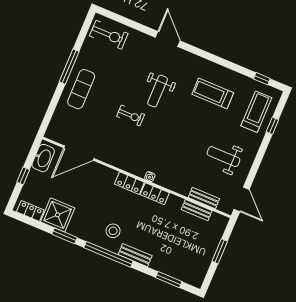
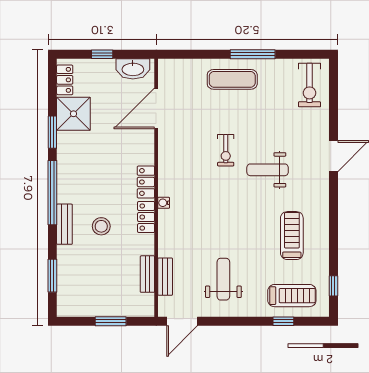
door: (79, 153) -> (156, 108), hinge flipped
stool: (113, 231) -> (101, 226), moved

